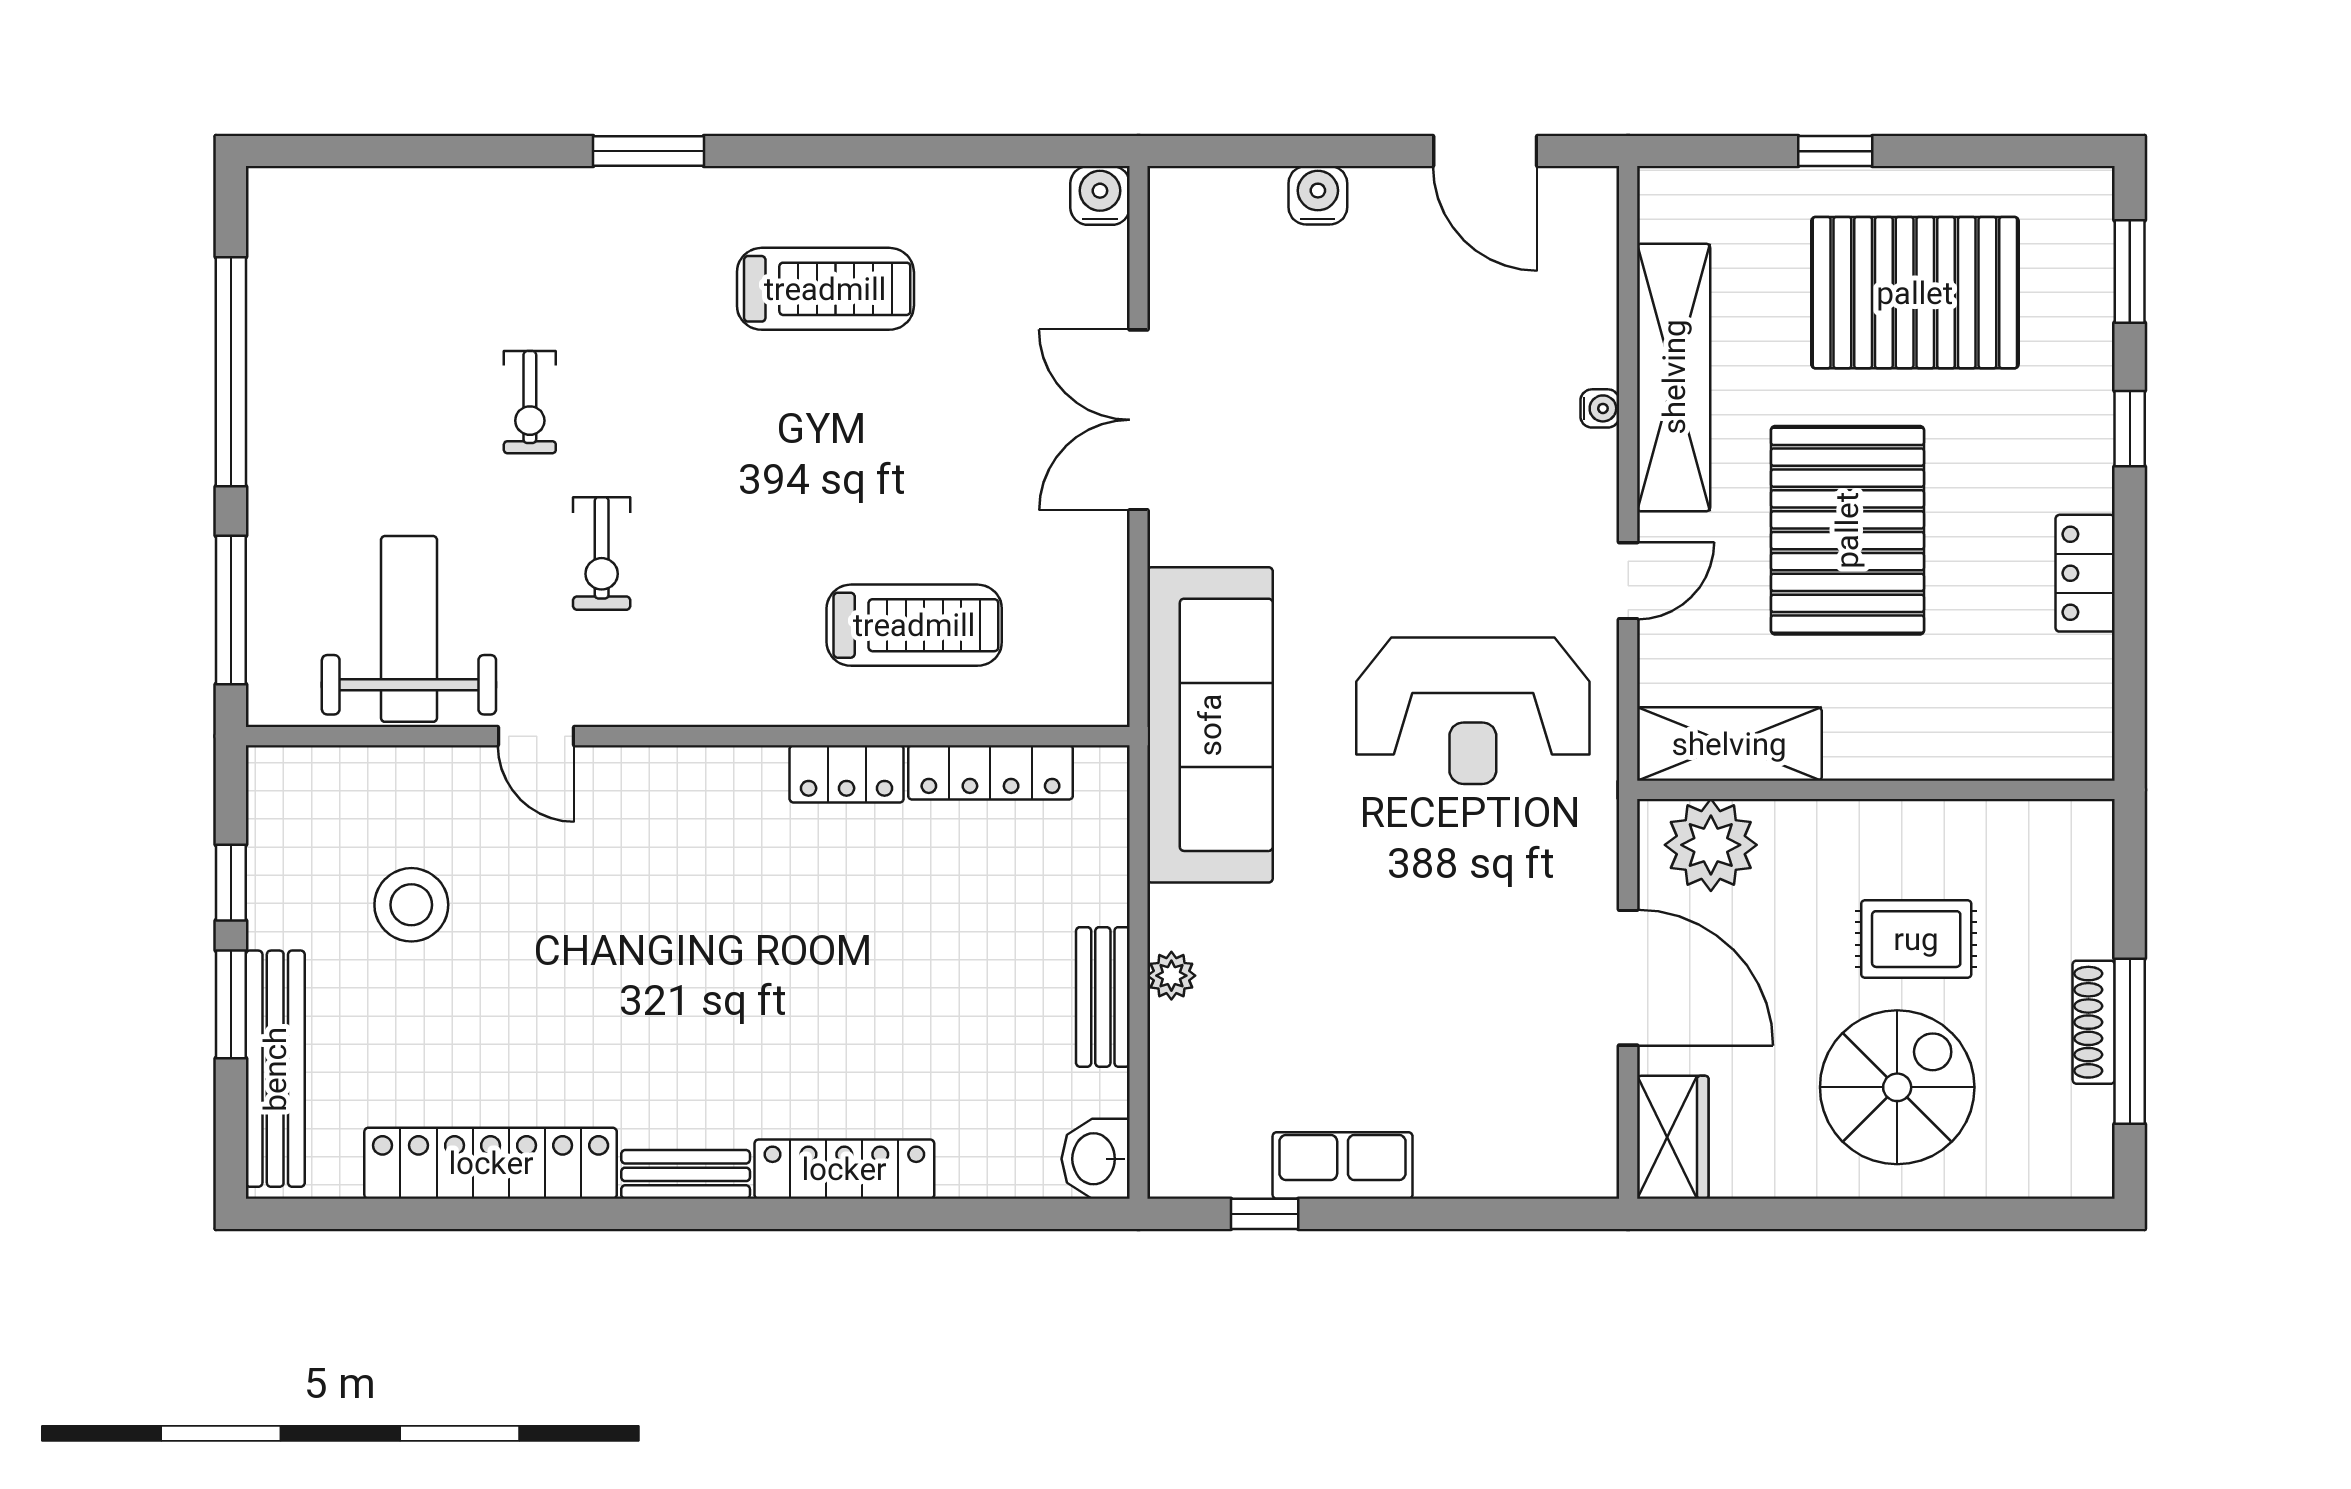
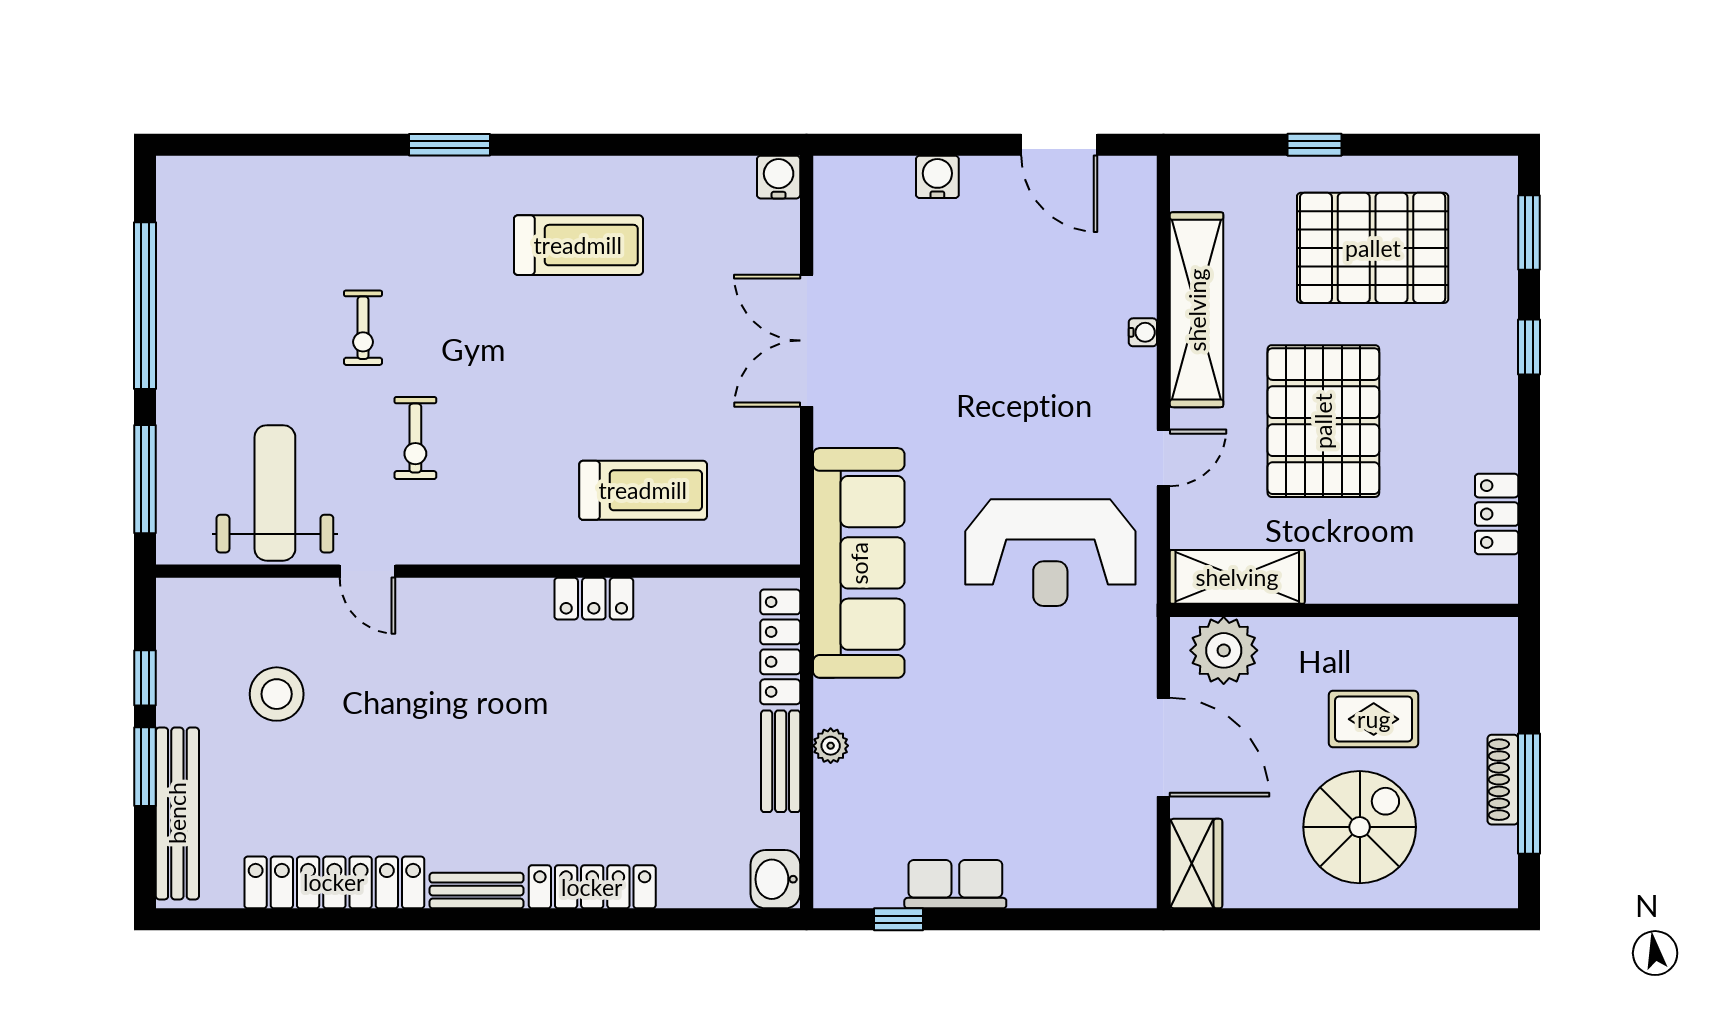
locker: (2085, 573) -> (1497, 514), moved
locker: (990, 772) -> (780, 647), moved, turned 90

